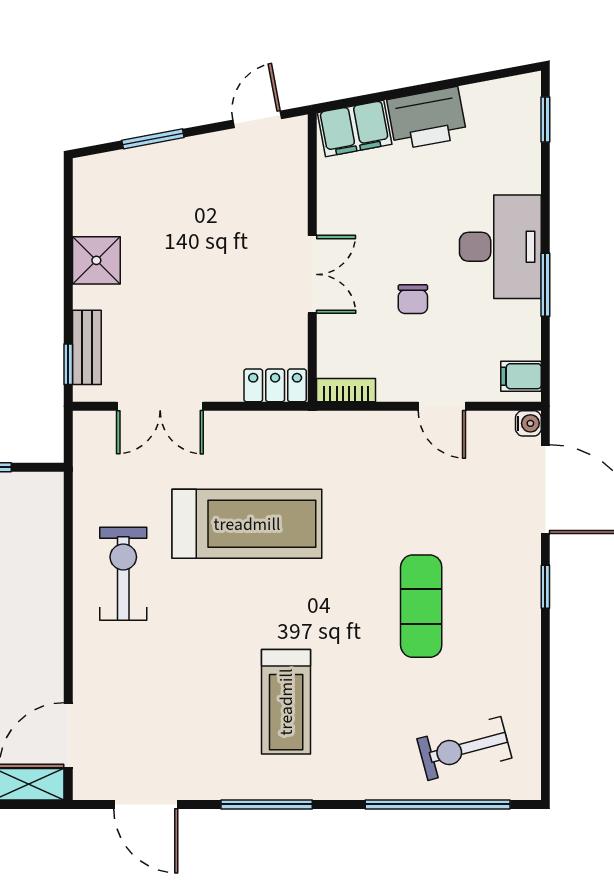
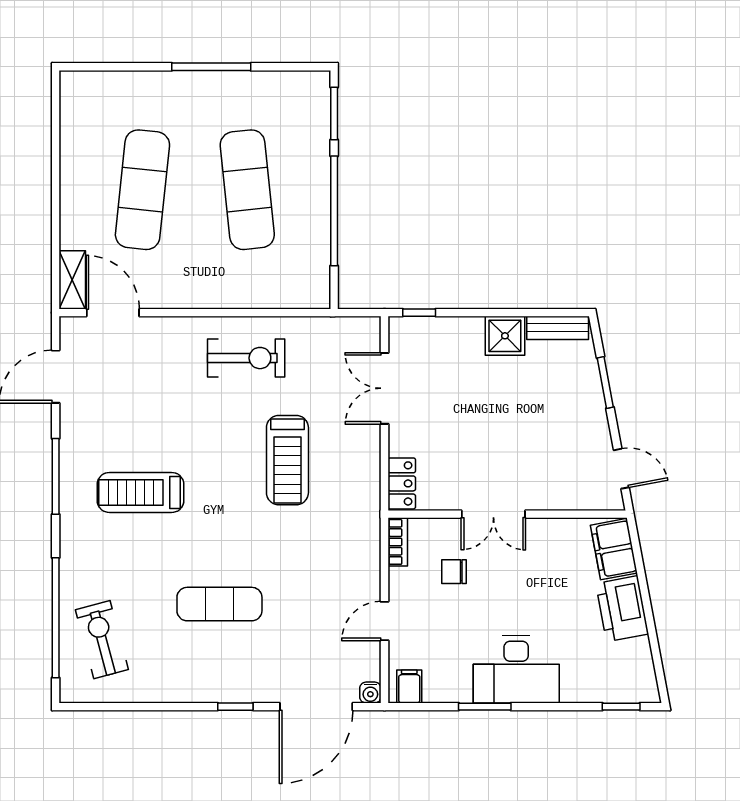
chair: (413, 299) -> (454, 572), moved
bench: (87, 347) -> (558, 328), moved
treadmill: (247, 524) -> (287, 460), width x0.73, depth x0.73

